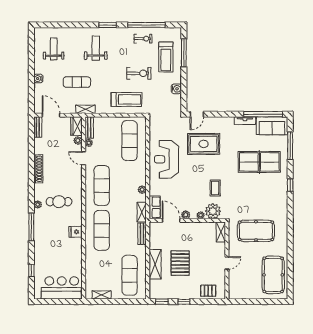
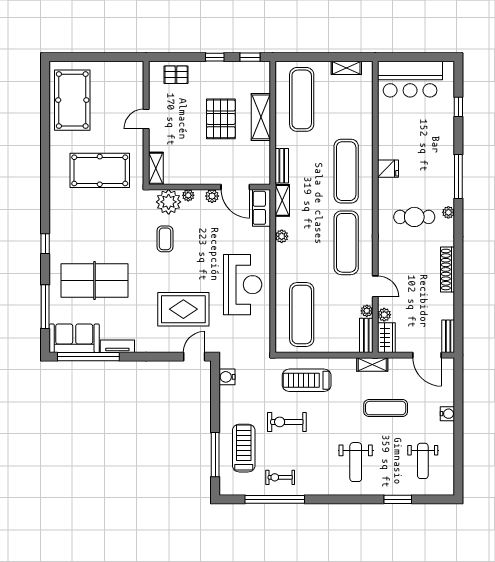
window: (108, 25) -> (398, 499), moved
water cooler: (176, 89) -> (227, 377), moved

